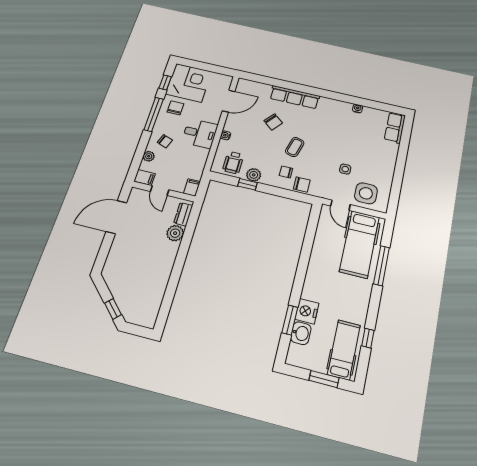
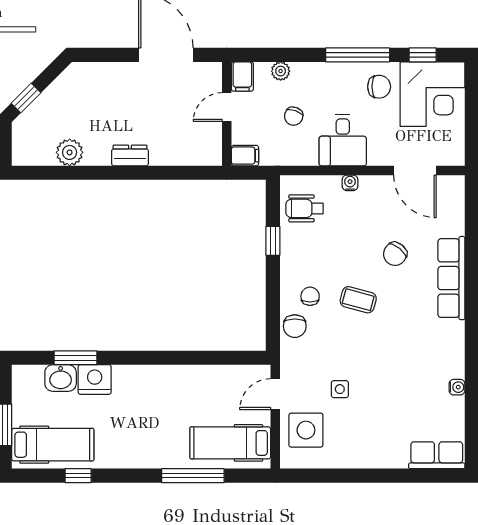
chair: (165, 141) -> (294, 116), moved
plant: (254, 175) -> (292, 246), removed
dresser: (183, 214) -> (130, 155), moved
plant: (175, 233) -> (70, 152), moved
hospital bed: (359, 244) -> (230, 443), width x0.73, depth x0.78

